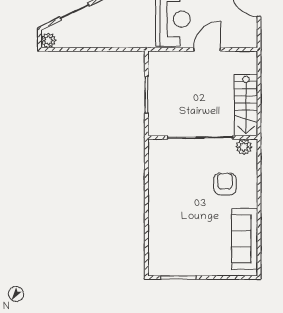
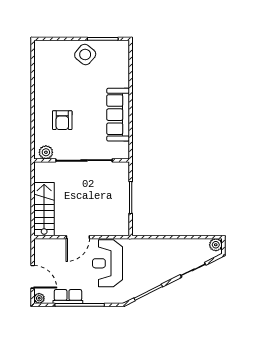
stairs: (246, 105) -> (44, 209), moved
sofa: (245, 239) -> (118, 115), moved, turned 180
side table: (199, 259) -> (85, 55), added

